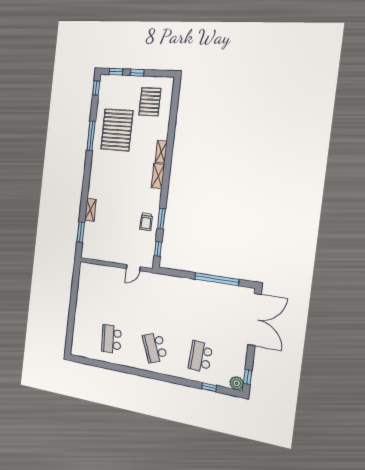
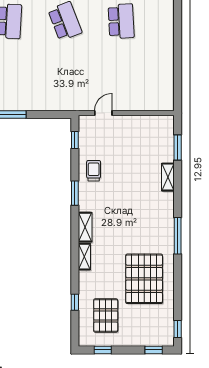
window: (137, 73) -> (103, 350), moved
window: (173, 114) -> (75, 302), added
window: (91, 136) -> (178, 236), moved
window: (161, 219) -> (75, 193), moved

